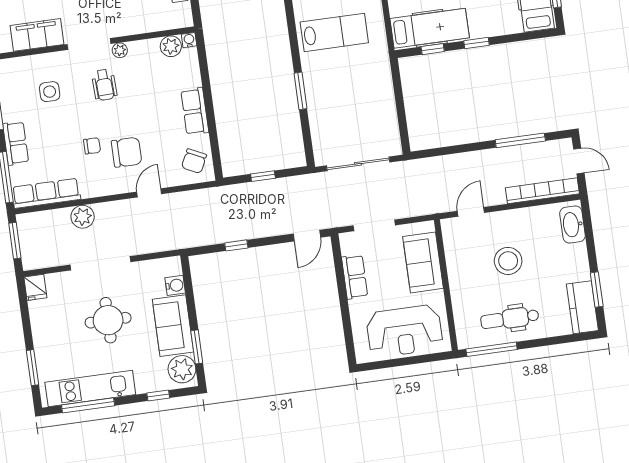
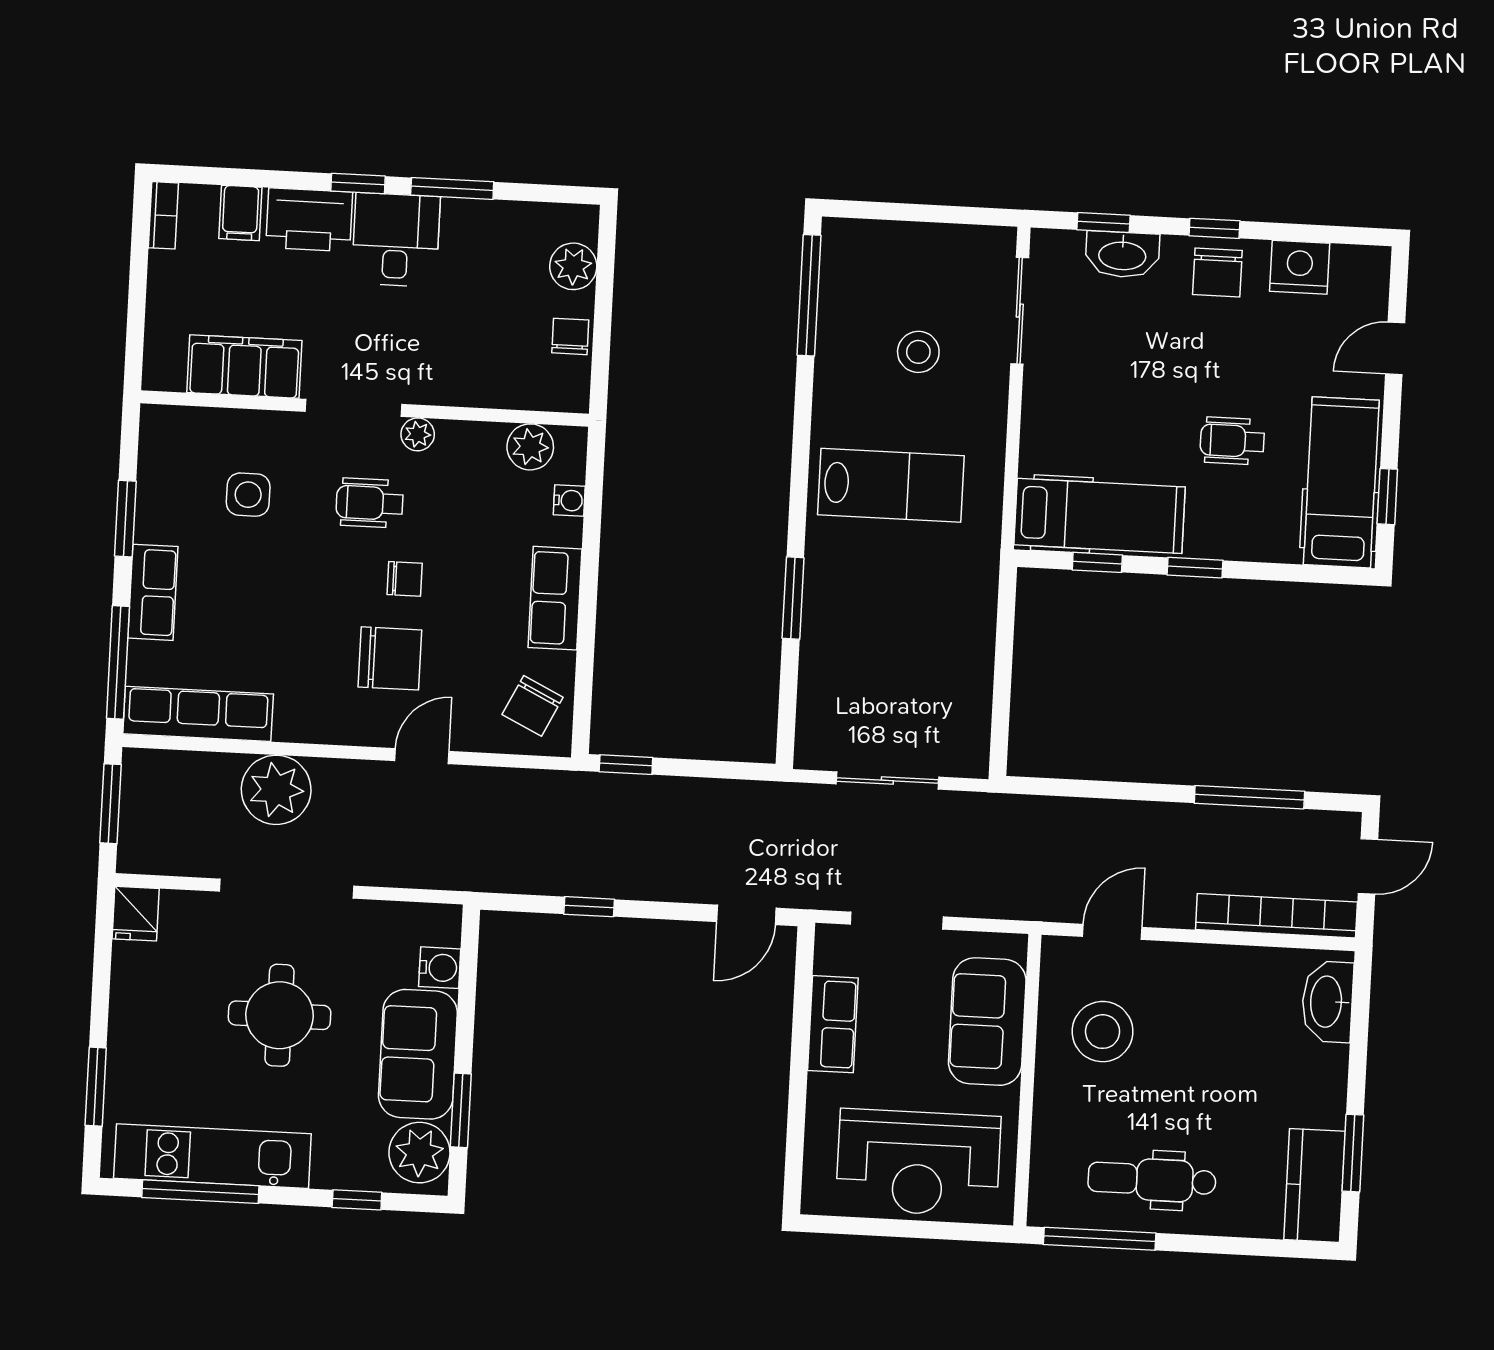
water cooler: (189, 40) -> (569, 500), moved, turned 90
wheelchair: (104, 85) -> (370, 503), turned 92
chair: (92, 146) -> (405, 579), moved
door: (579, 161) -> (1368, 866), hinge flipped
sliding door: (358, 164) -> (887, 781), width x0.73
window: (263, 176) -> (626, 765), moved
plant: (83, 217) -> (276, 790), width x1.36, depth x1.36
stool: (508, 261) -> (1103, 1032), moved

